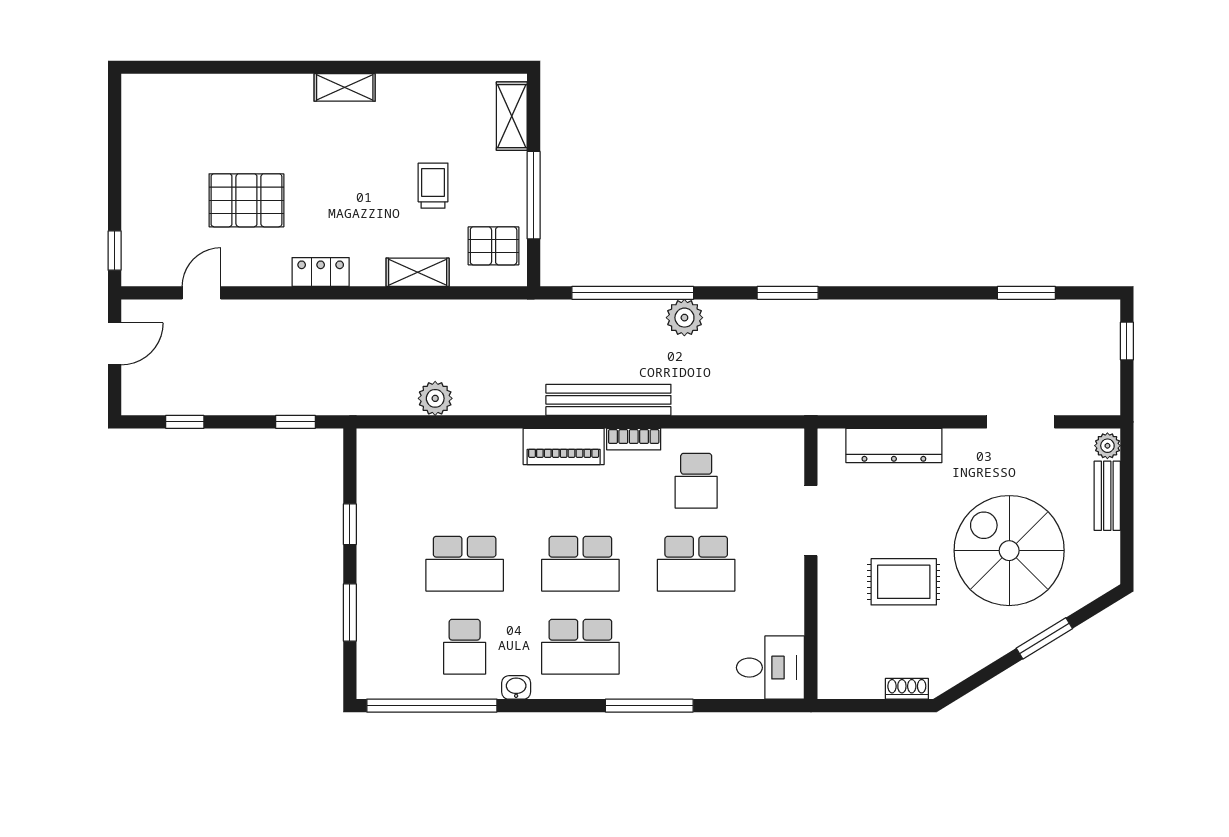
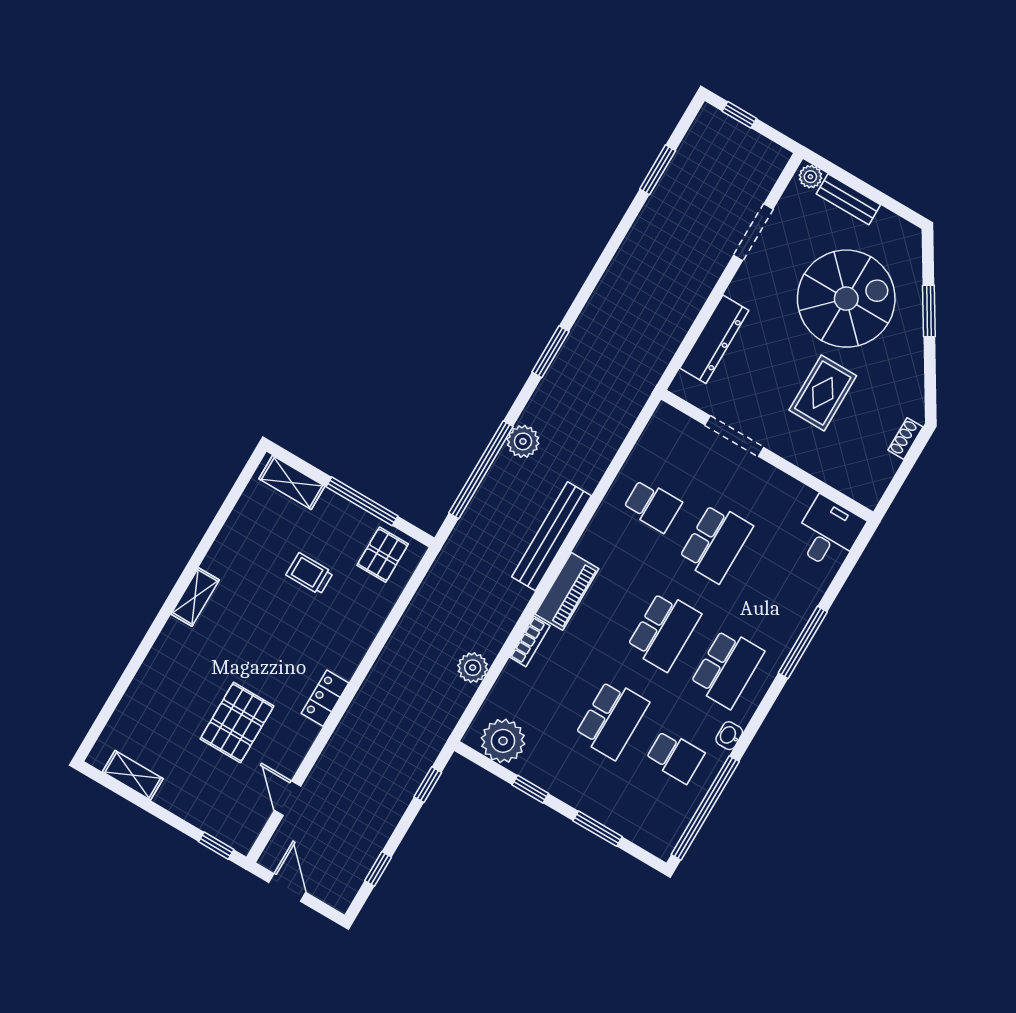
shelving: (418, 272) -> (133, 775), moved, turned 90
bookcase: (634, 439) -> (530, 641), moved
plant: (381, 470) -> (503, 741), added
spiral stairs: (1009, 551) -> (846, 299), turned 180

